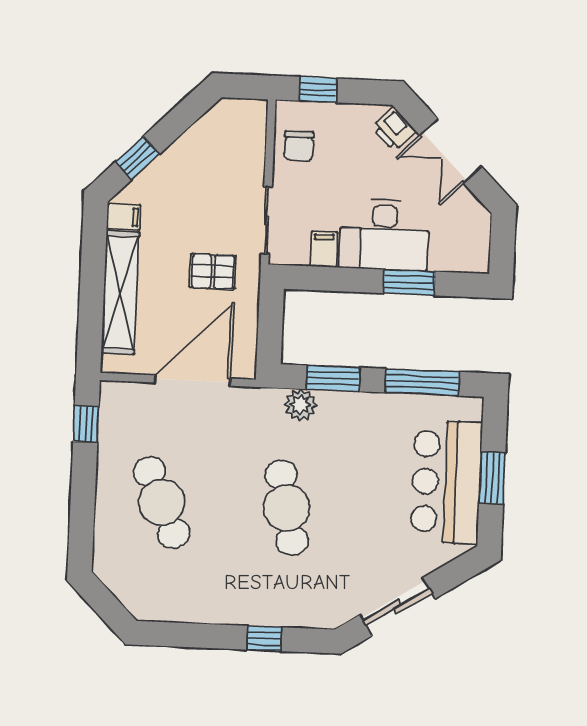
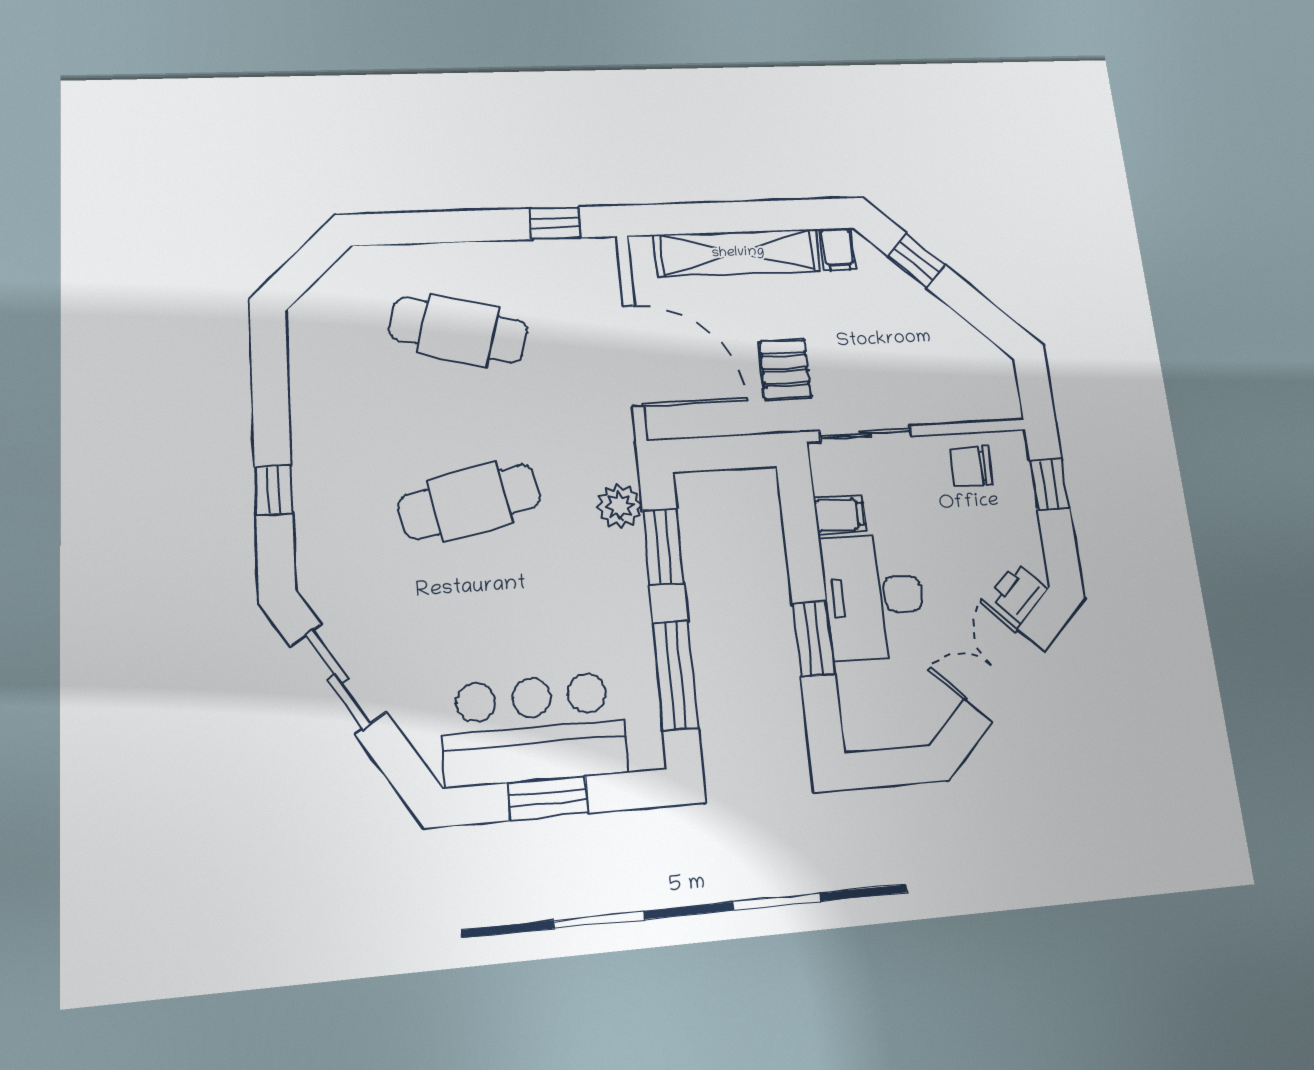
cafe table: (162, 502) -> (458, 330), turned 39

